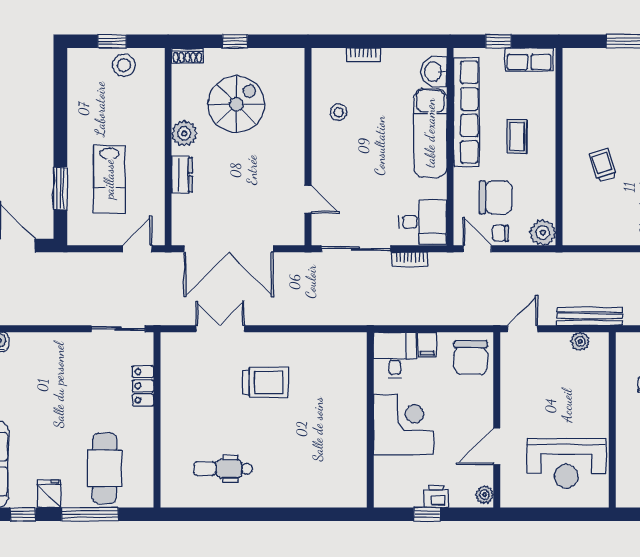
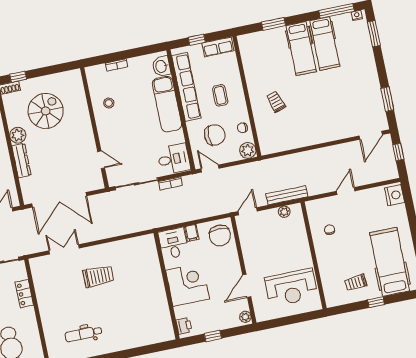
window: (235, 41) -> (18, 77), moved
dresser: (182, 175) -> (21, 161), width x1.44
chair: (500, 233) -> (242, 128), moved
printer: (436, 497) -> (184, 326), moved, turned 90

